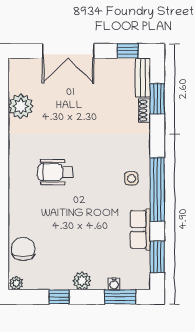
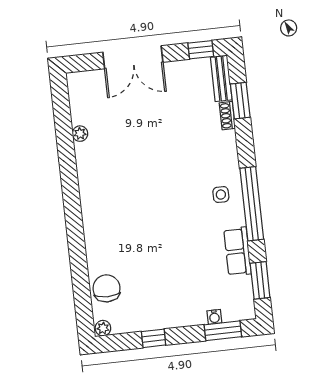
plant: (21, 106) -> (80, 134), width x0.53, depth x0.53
wheelchair: (55, 172) -> (134, 197), removed
plant: (82, 281) -> (178, 317), removed

